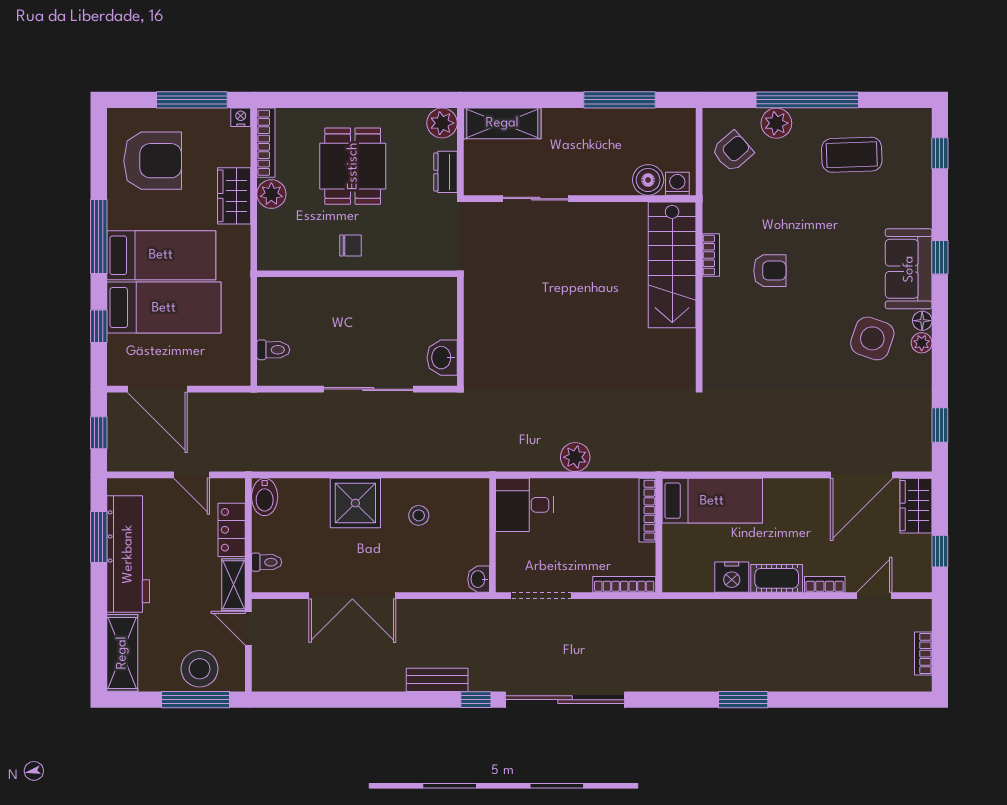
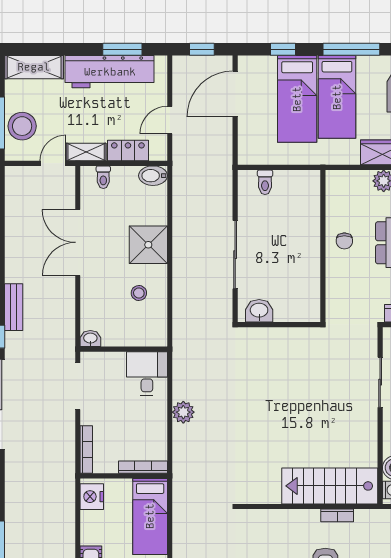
nightstand: (732, 577) -> (92, 497), moved

